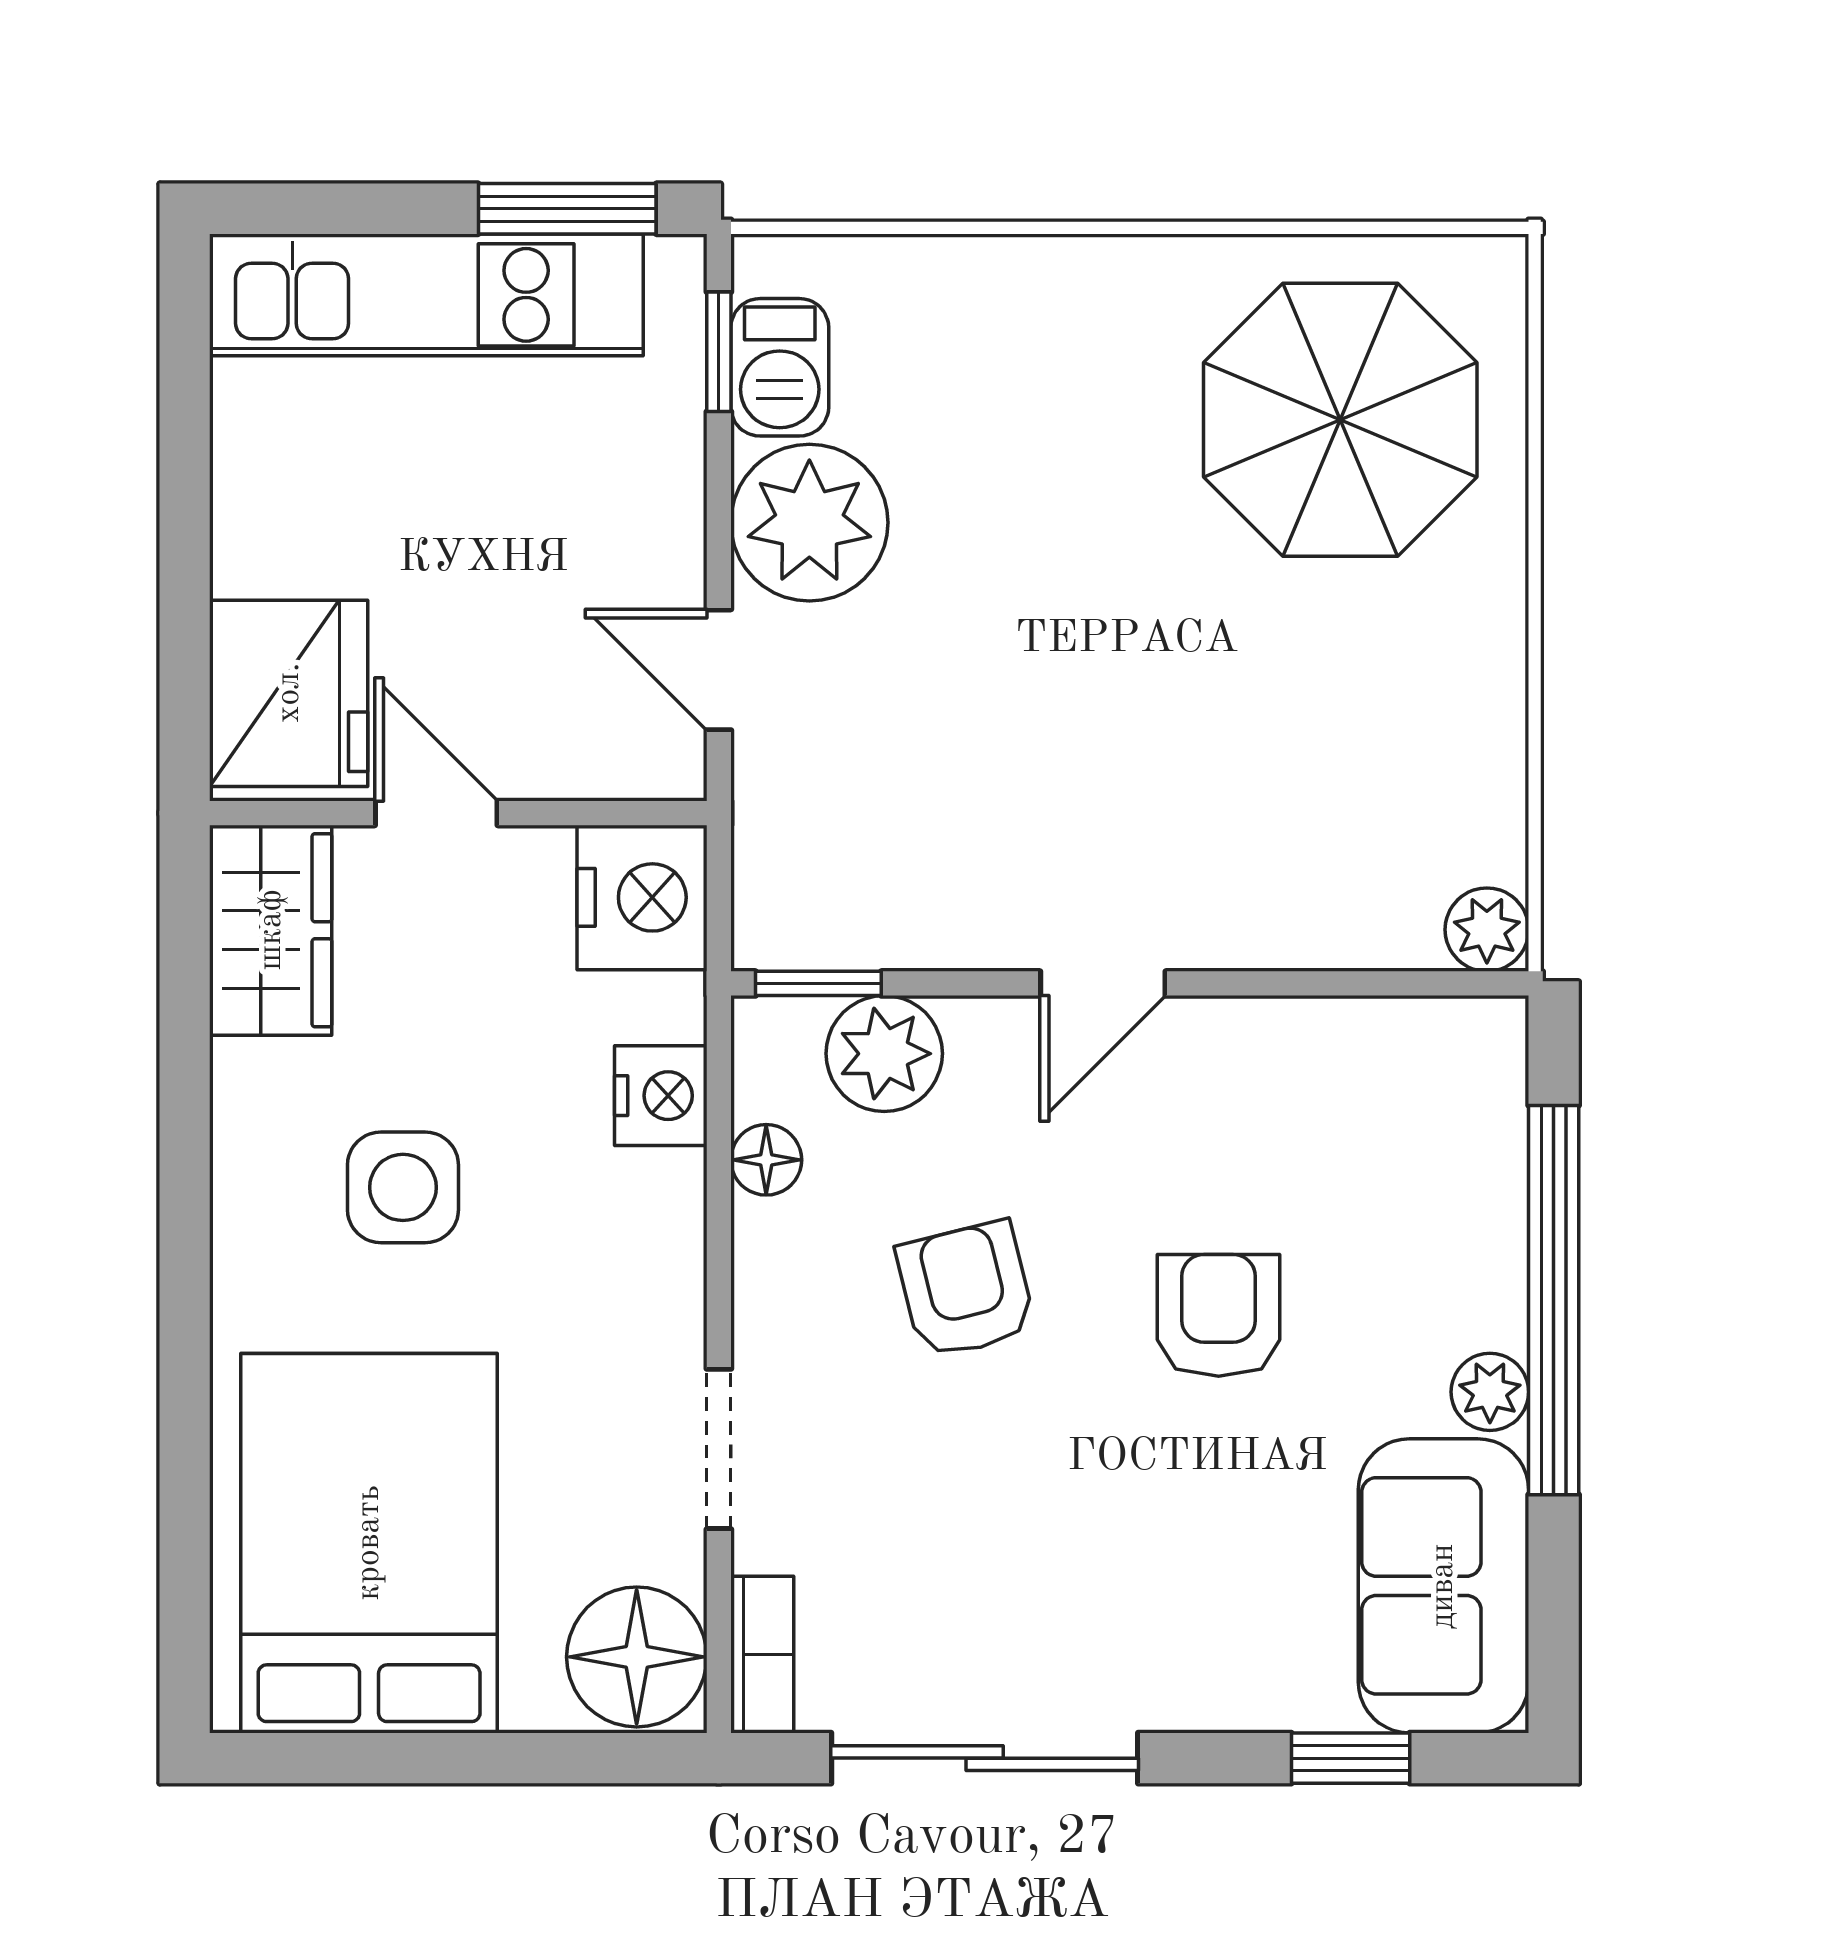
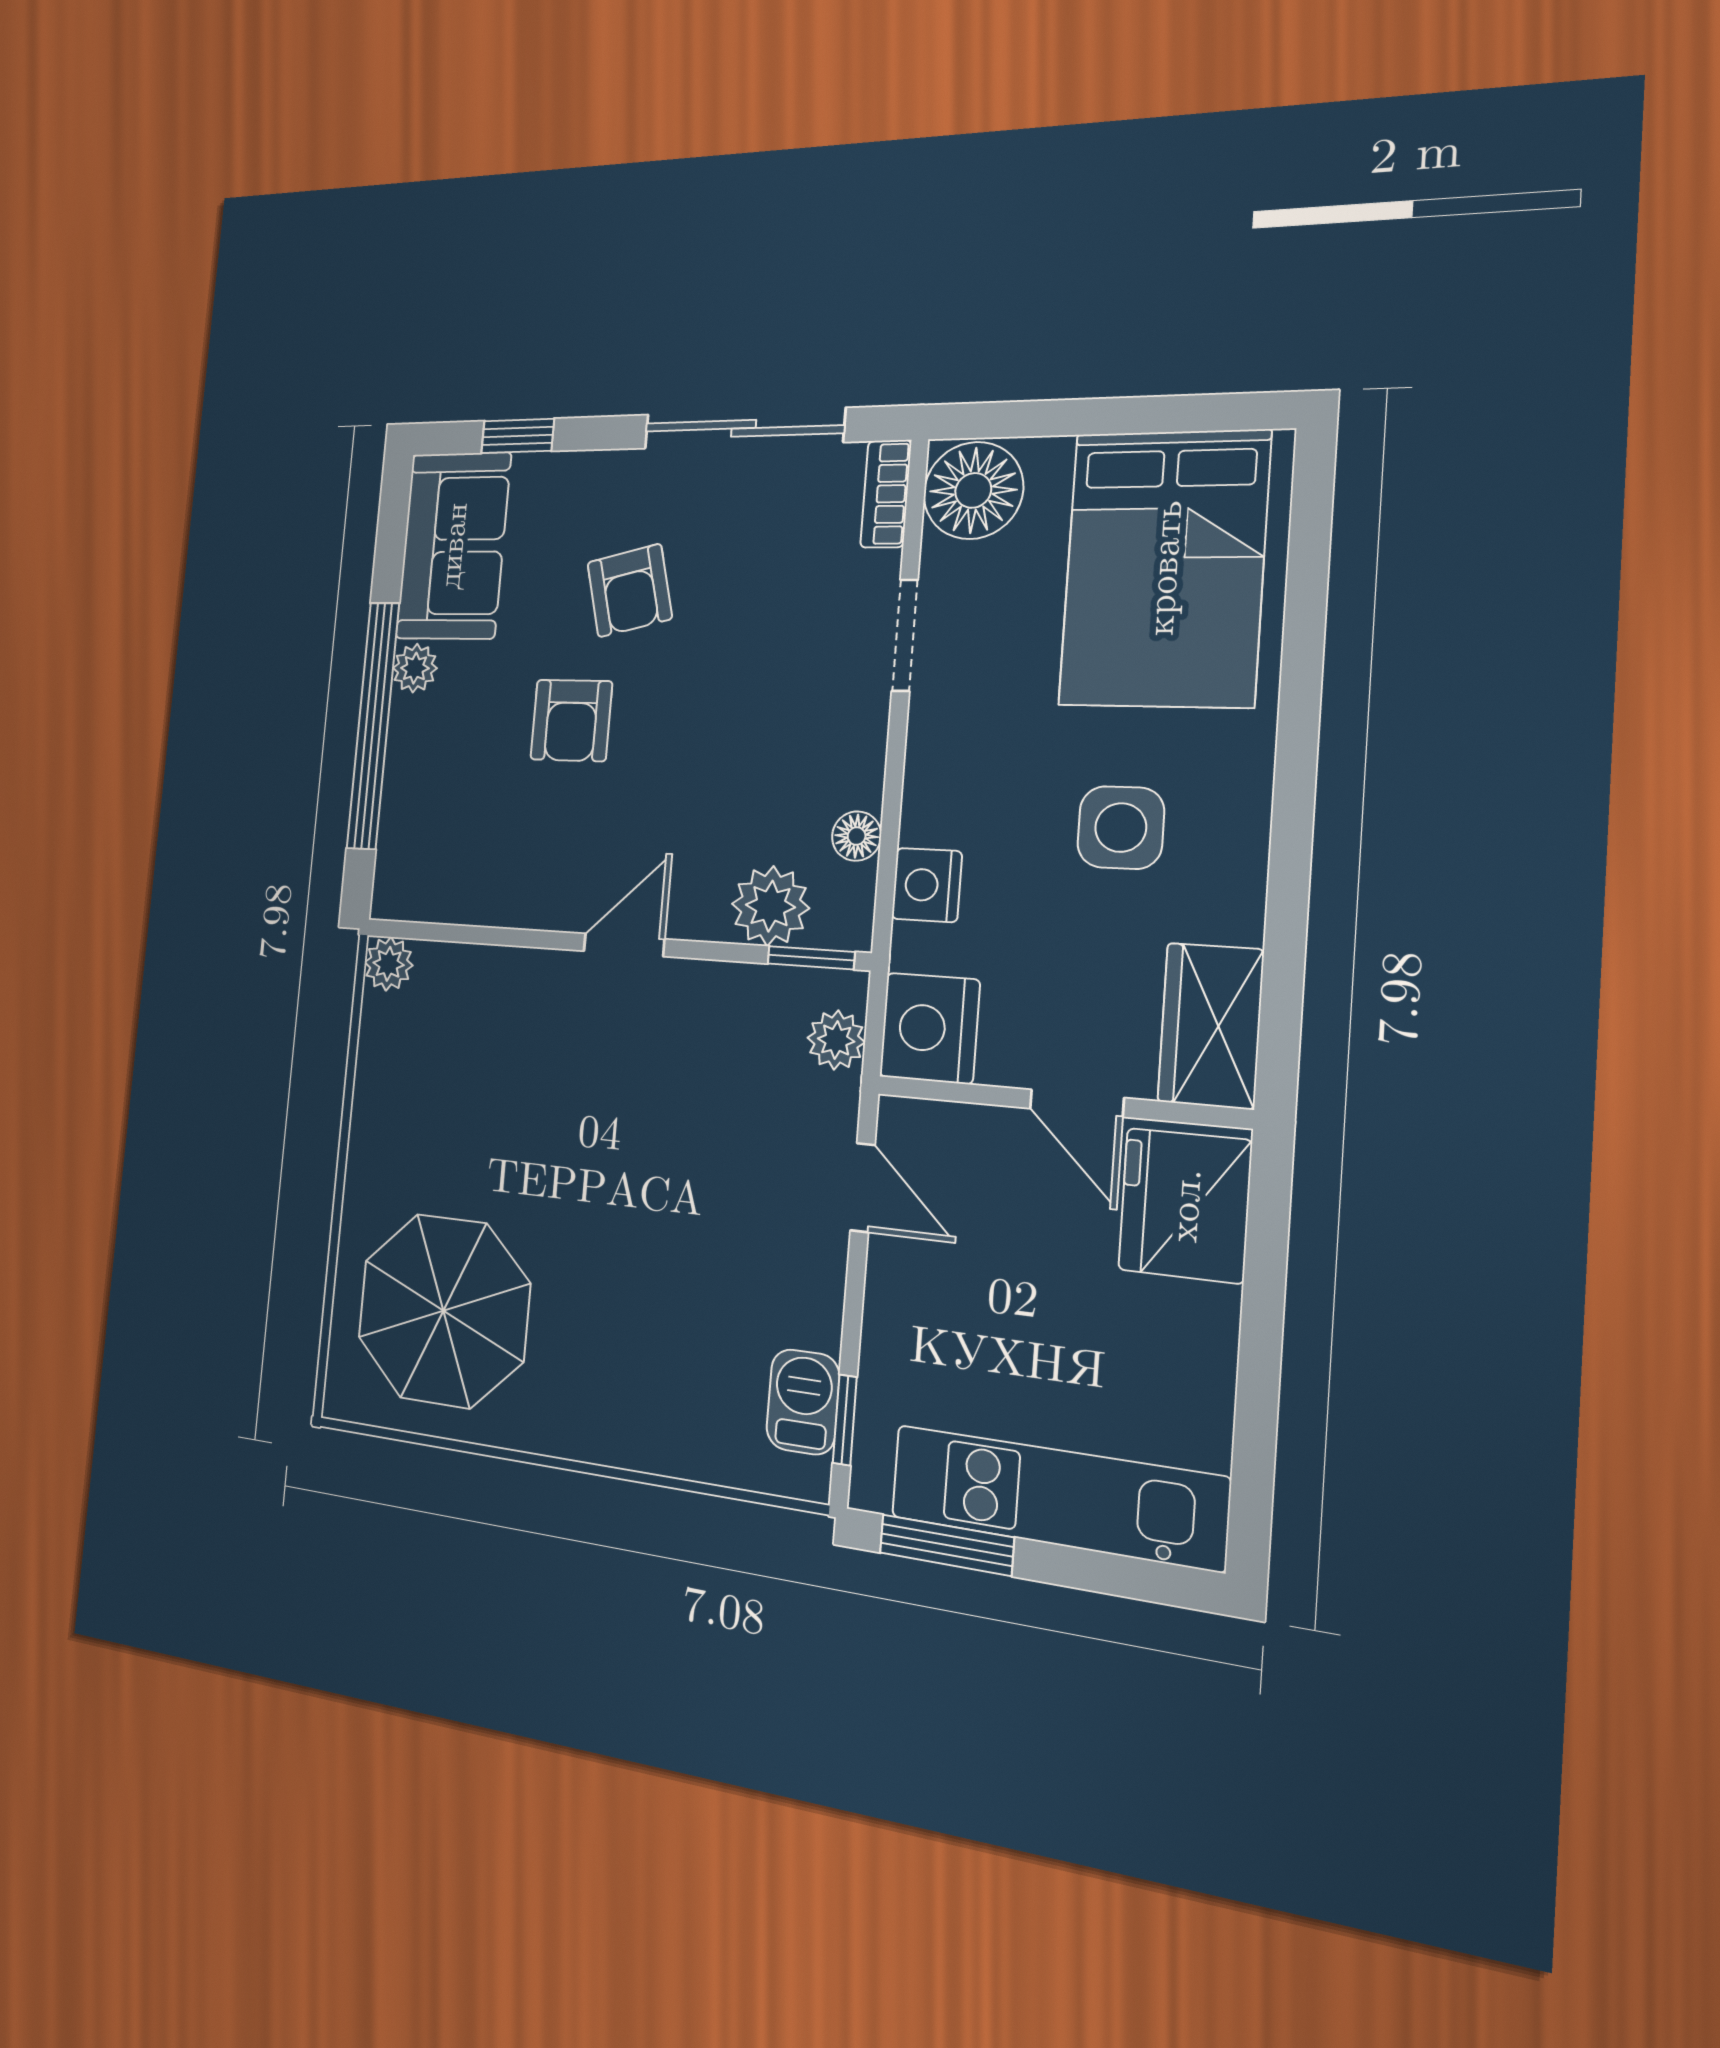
plant: (809, 523) -> (836, 1040), moved, width x0.53, depth x0.53
armchair: (966, 1290) -> (630, 591), moved

